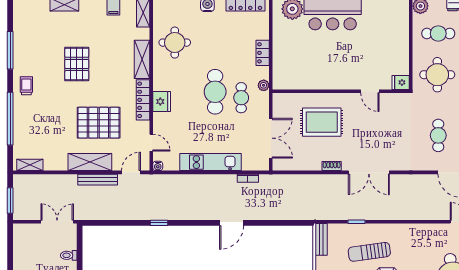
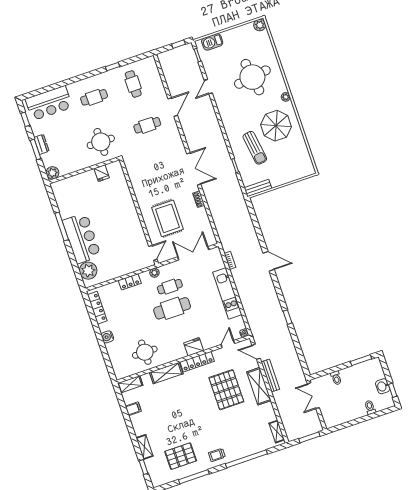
cafe table: (438, 34) -> (69, 152), removed
pallet: (77, 64) -> (181, 456), moved
fridge: (401, 82) -> (102, 173), moved
door: (370, 91) -> (153, 253), moved

